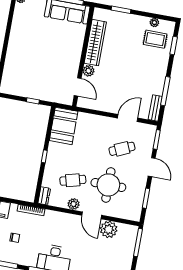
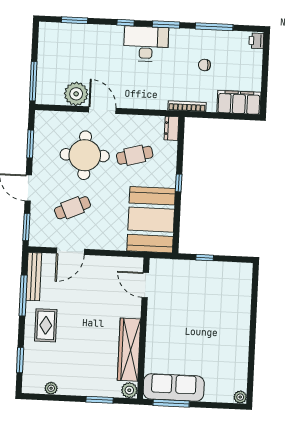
rug: (155, 39) -> (46, 325), moved, turned 90
plant: (89, 71) -> (129, 390), moved
bench: (155, 108) -> (34, 277), width x1.36
booth: (64, 126) -> (151, 220), width x1.36, depth x1.42
plant: (74, 204) -> (129, 123), removed

